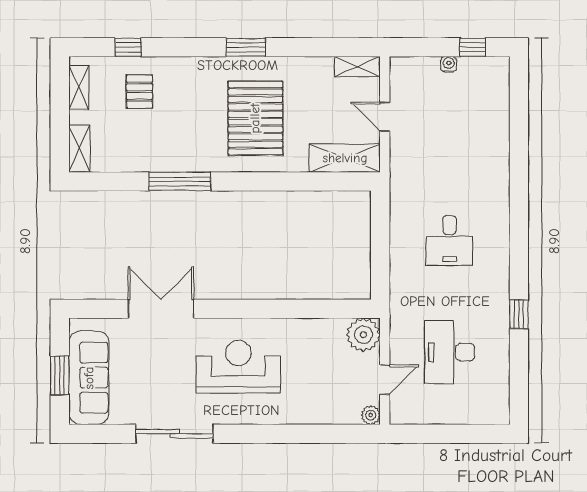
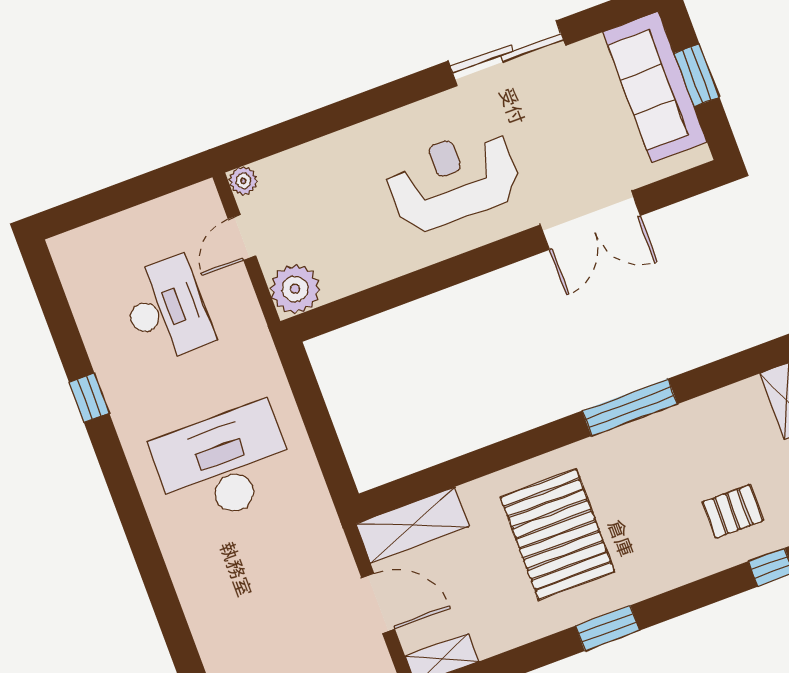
pallet: (139, 92) -> (733, 511), turned 90
door: (385, 117) -> (378, 603), width x1.38
desk: (450, 241) -> (224, 465), width x1.87, depth x1.30
reception desk: (238, 367) -> (453, 180), turned 180

